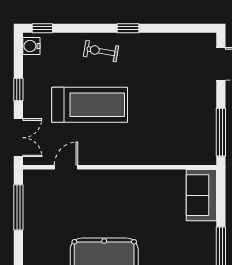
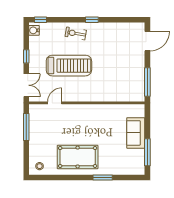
sofa: (201, 195) -> (136, 133), moved

